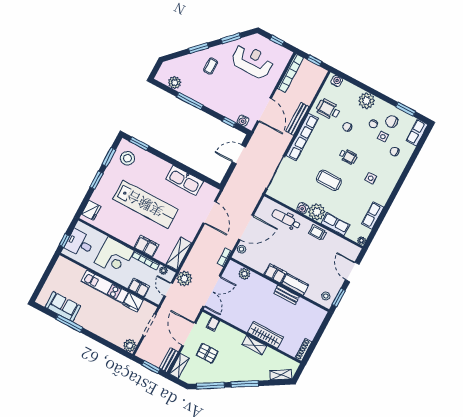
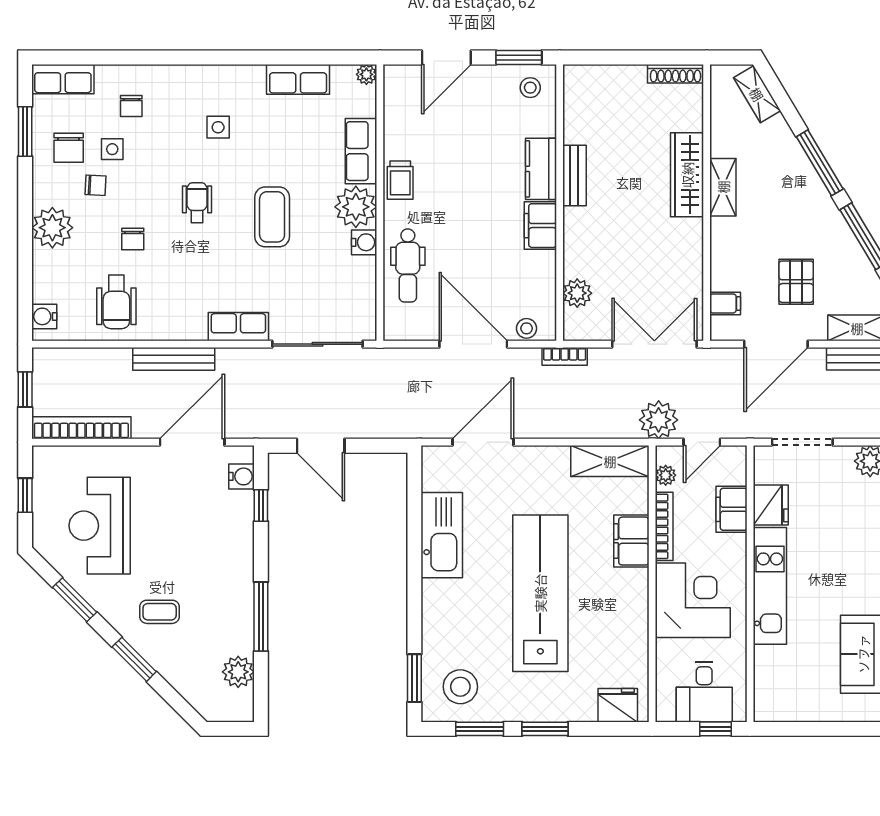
row of seats: (302, 137) -> (238, 327), width x0.50

